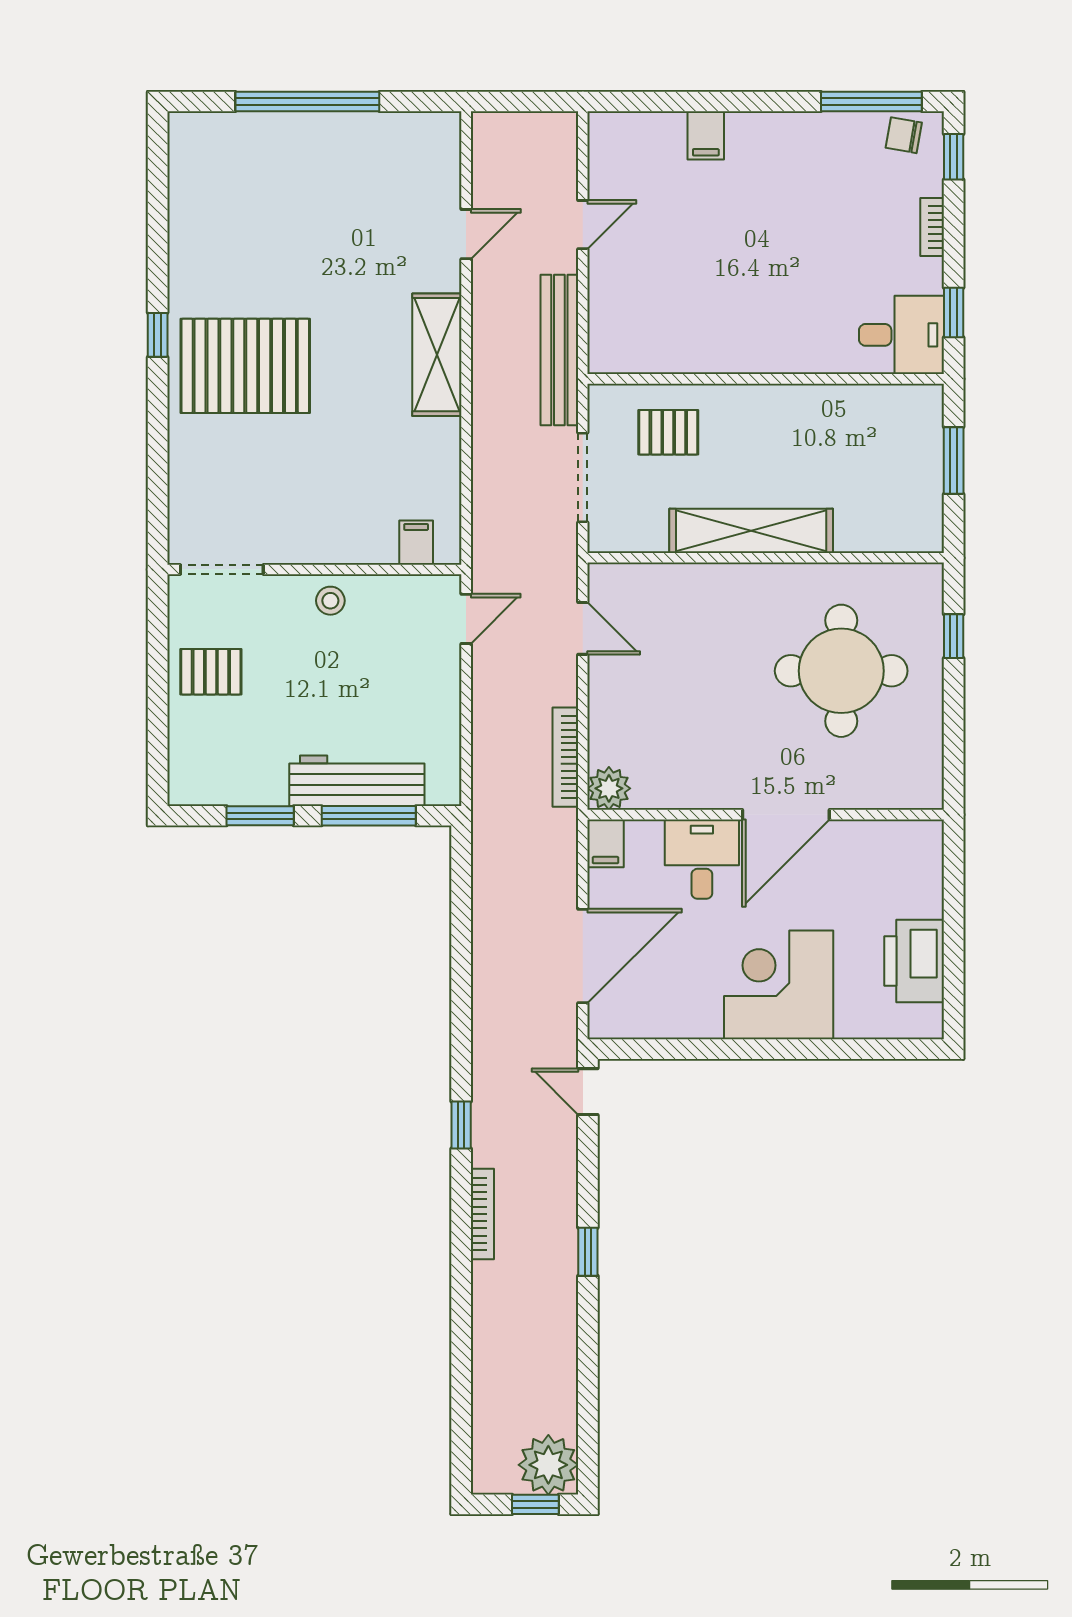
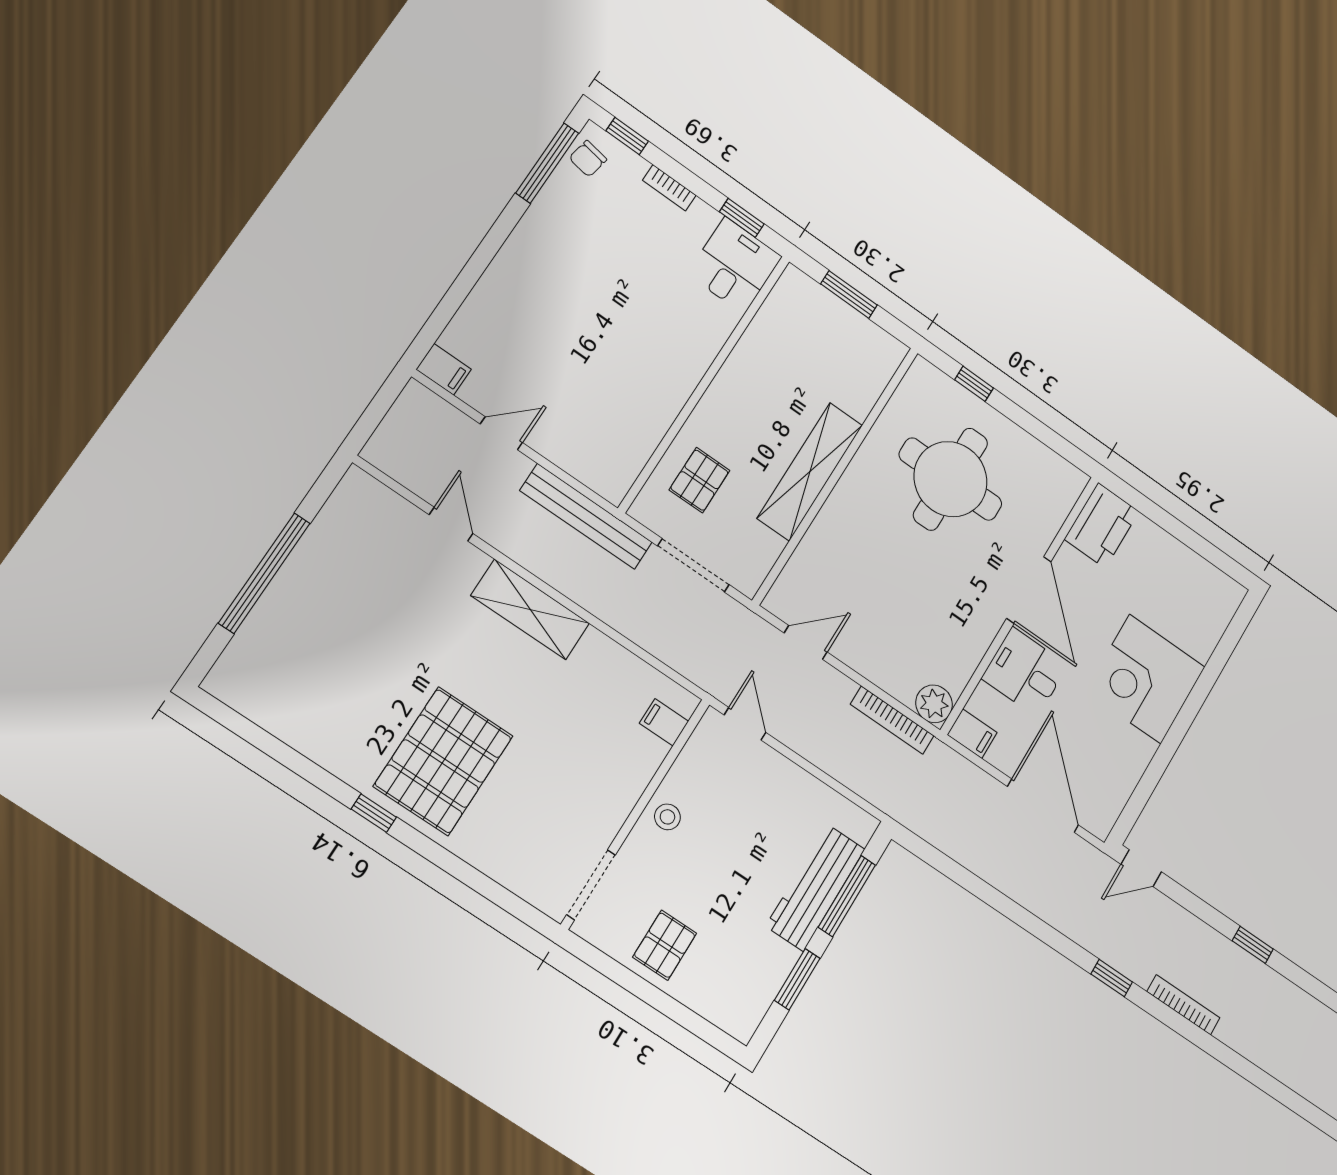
filing cabinet: (706, 135) -> (444, 369), moved
door: (583, 225) -> (501, 433), hinge flipped
printer: (914, 961) -> (1102, 525), moved, turned -90

